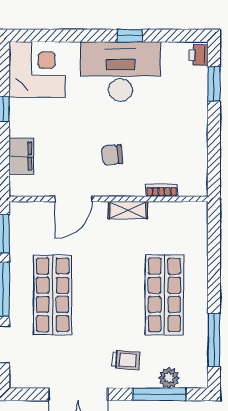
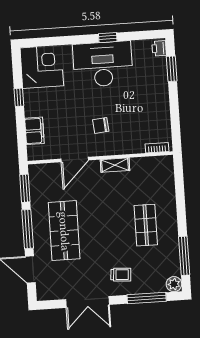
bookcase: (162, 190) -> (157, 148), moved
shop shelf: (164, 295) -> (146, 225), width x0.70, depth x0.74
plant: (169, 378) -> (174, 284), moved

